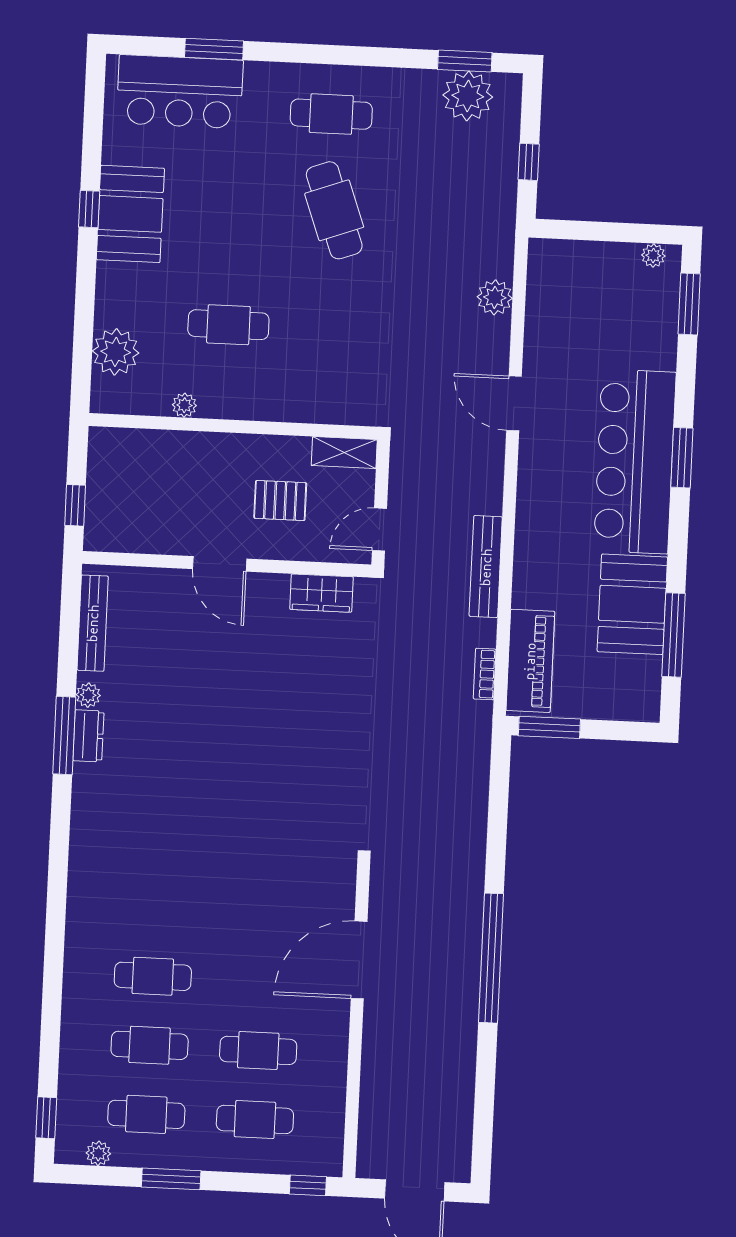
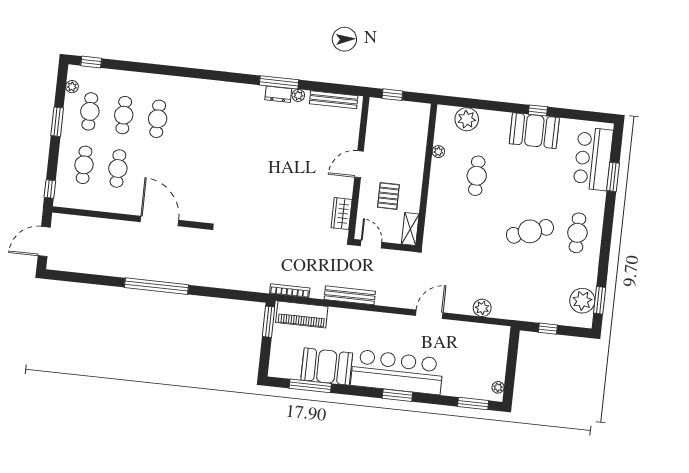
bookcase: (485, 674) -> (290, 291), width x1.56

